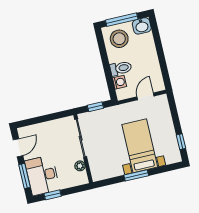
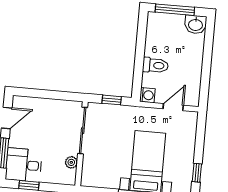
stool: (119, 39) -> (165, 31), removed
washing machine: (119, 82) -> (147, 95), moved
desk: (42, 175) -> (24, 165), width x0.73

